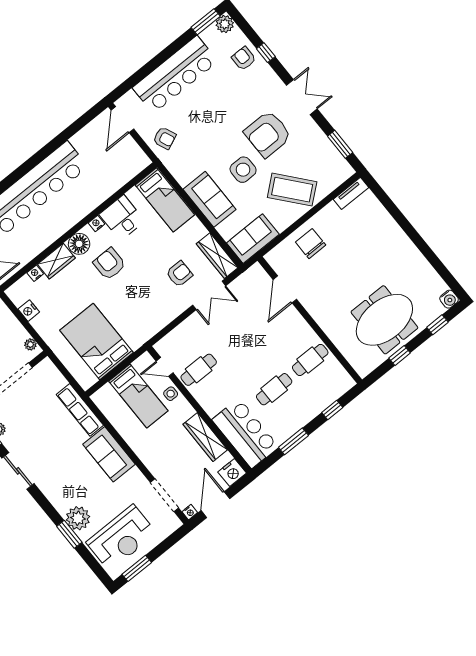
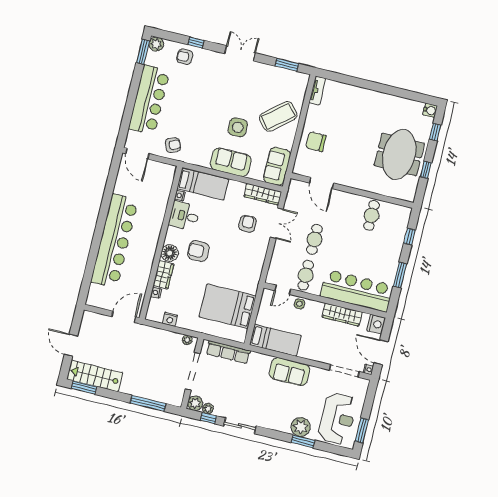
armchair: (268, 134) -> (236, 93), removed
nightstand: (97, 224) -> (180, 196), moved
cafe table: (274, 389) -> (314, 239), moved
bed: (138, 396) -> (275, 340), moved
row of seats: (80, 410) -> (228, 352), moved
bar counter: (245, 433) -> (357, 291), width x1.36

